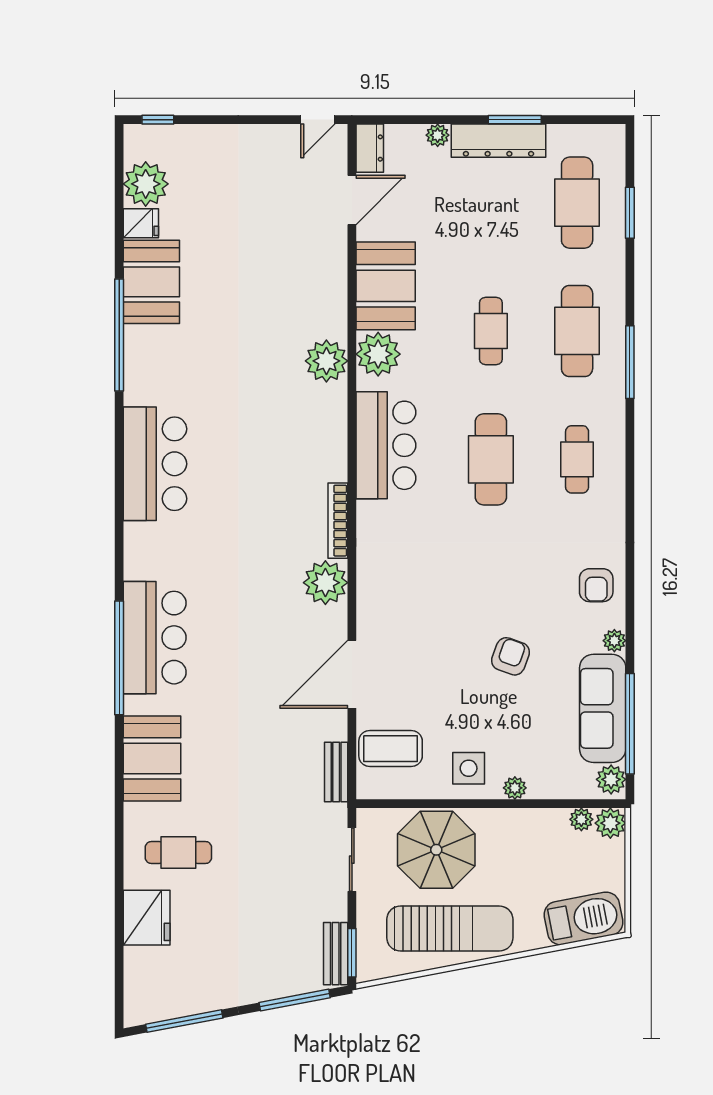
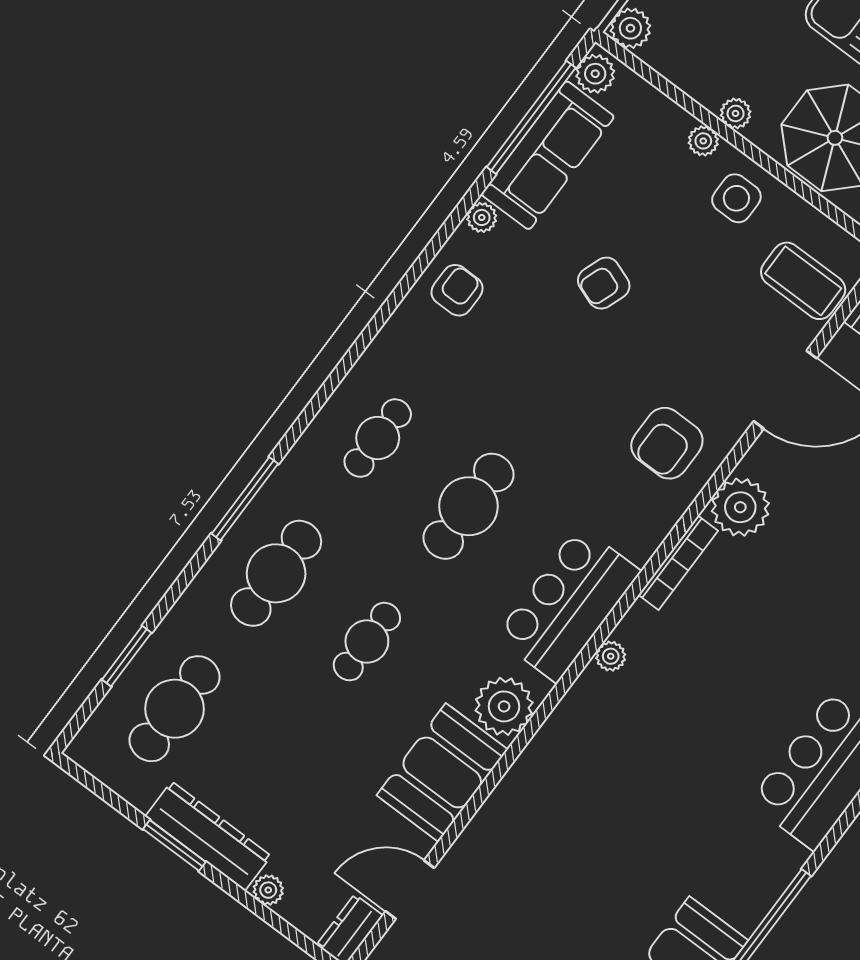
plant: (326, 361) -> (611, 656), moved, width x0.53, depth x0.53
armchair: (399, 588) -> (667, 443), added
plant: (581, 819) -> (736, 113), moved

